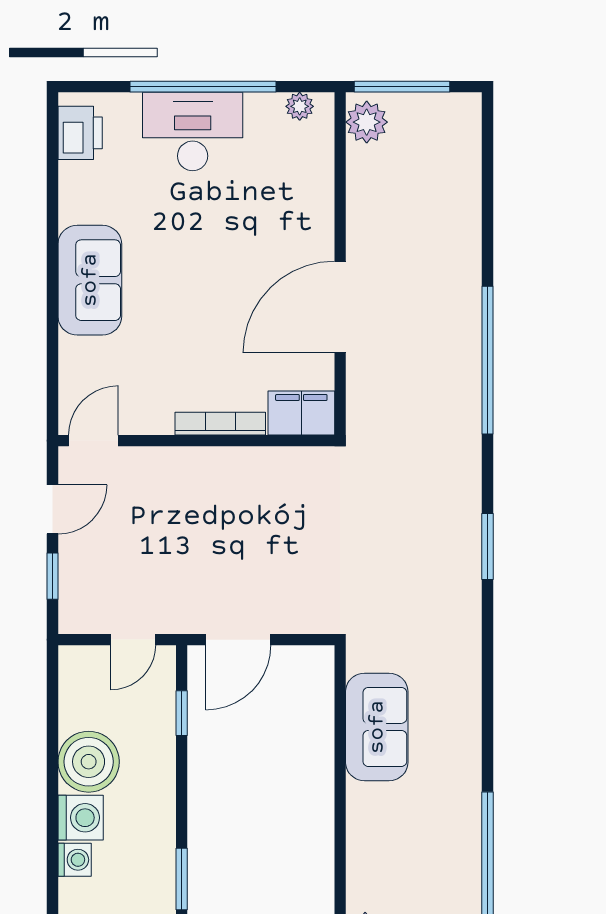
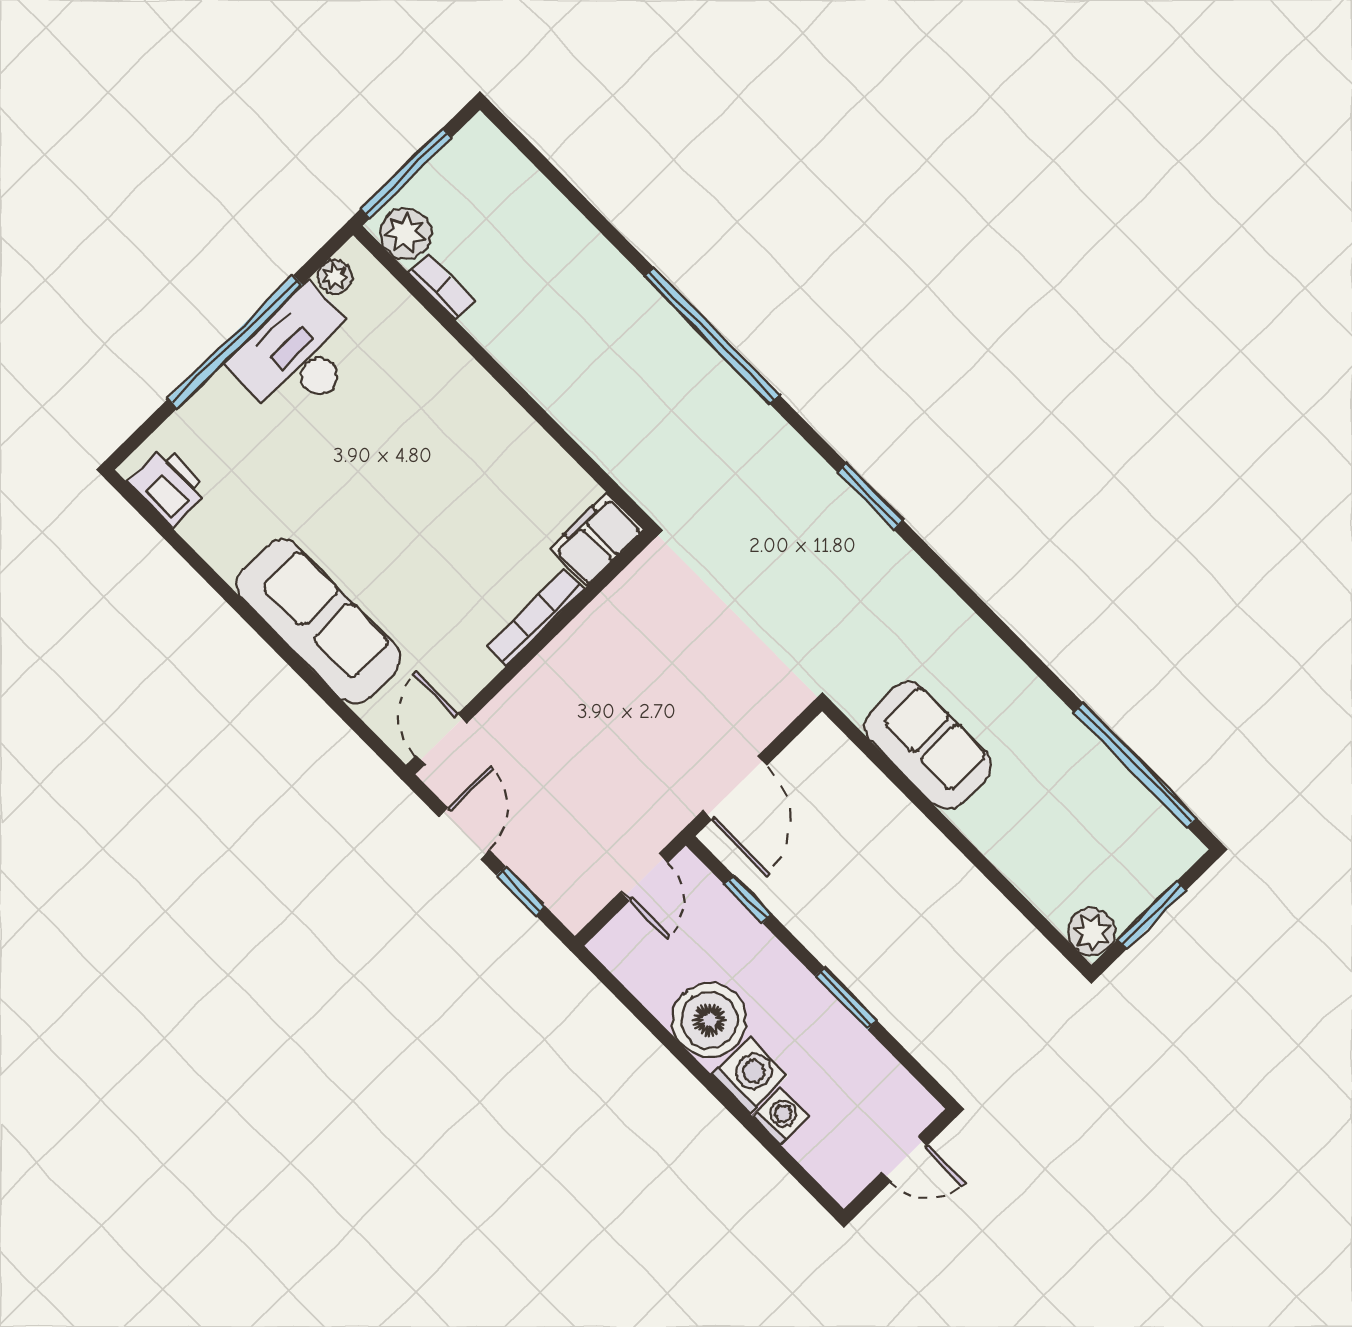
desk: (193, 132) -> (299, 355), moved
bookcase: (357, 174) -> (441, 286), added
sofa: (90, 280) -> (319, 622), width x1.36
door: (340, 307) -> (540, 415), removed
window: (182, 879) -> (846, 998), moved

